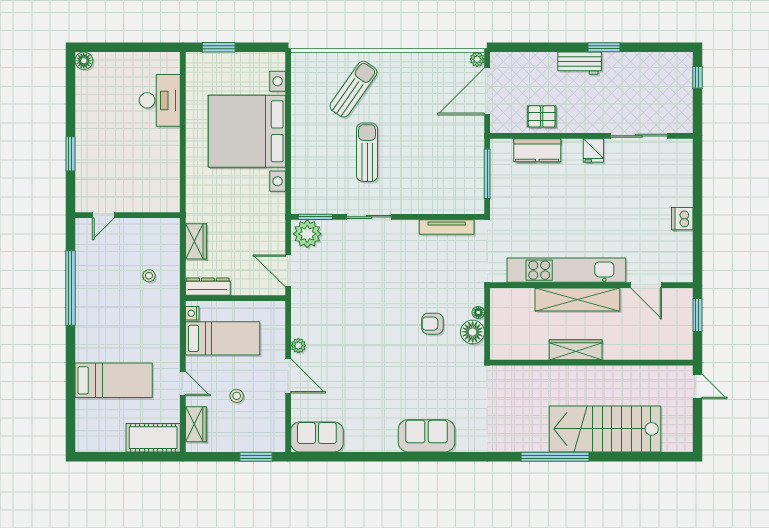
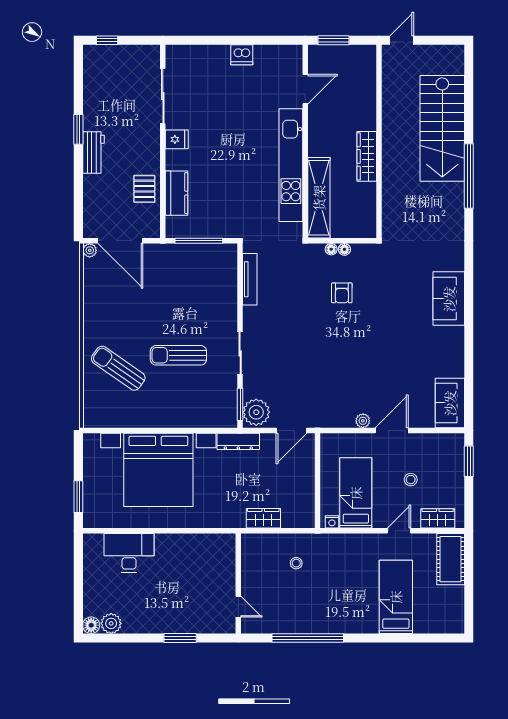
plant: (86, 82) -> (111, 623), added
dresser: (208, 287) -> (238, 441), moved, turned -90
shelving: (577, 299) -> (319, 198), moved
floor lamp: (473, 332) -> (344, 249), width x0.53, depth x0.53

